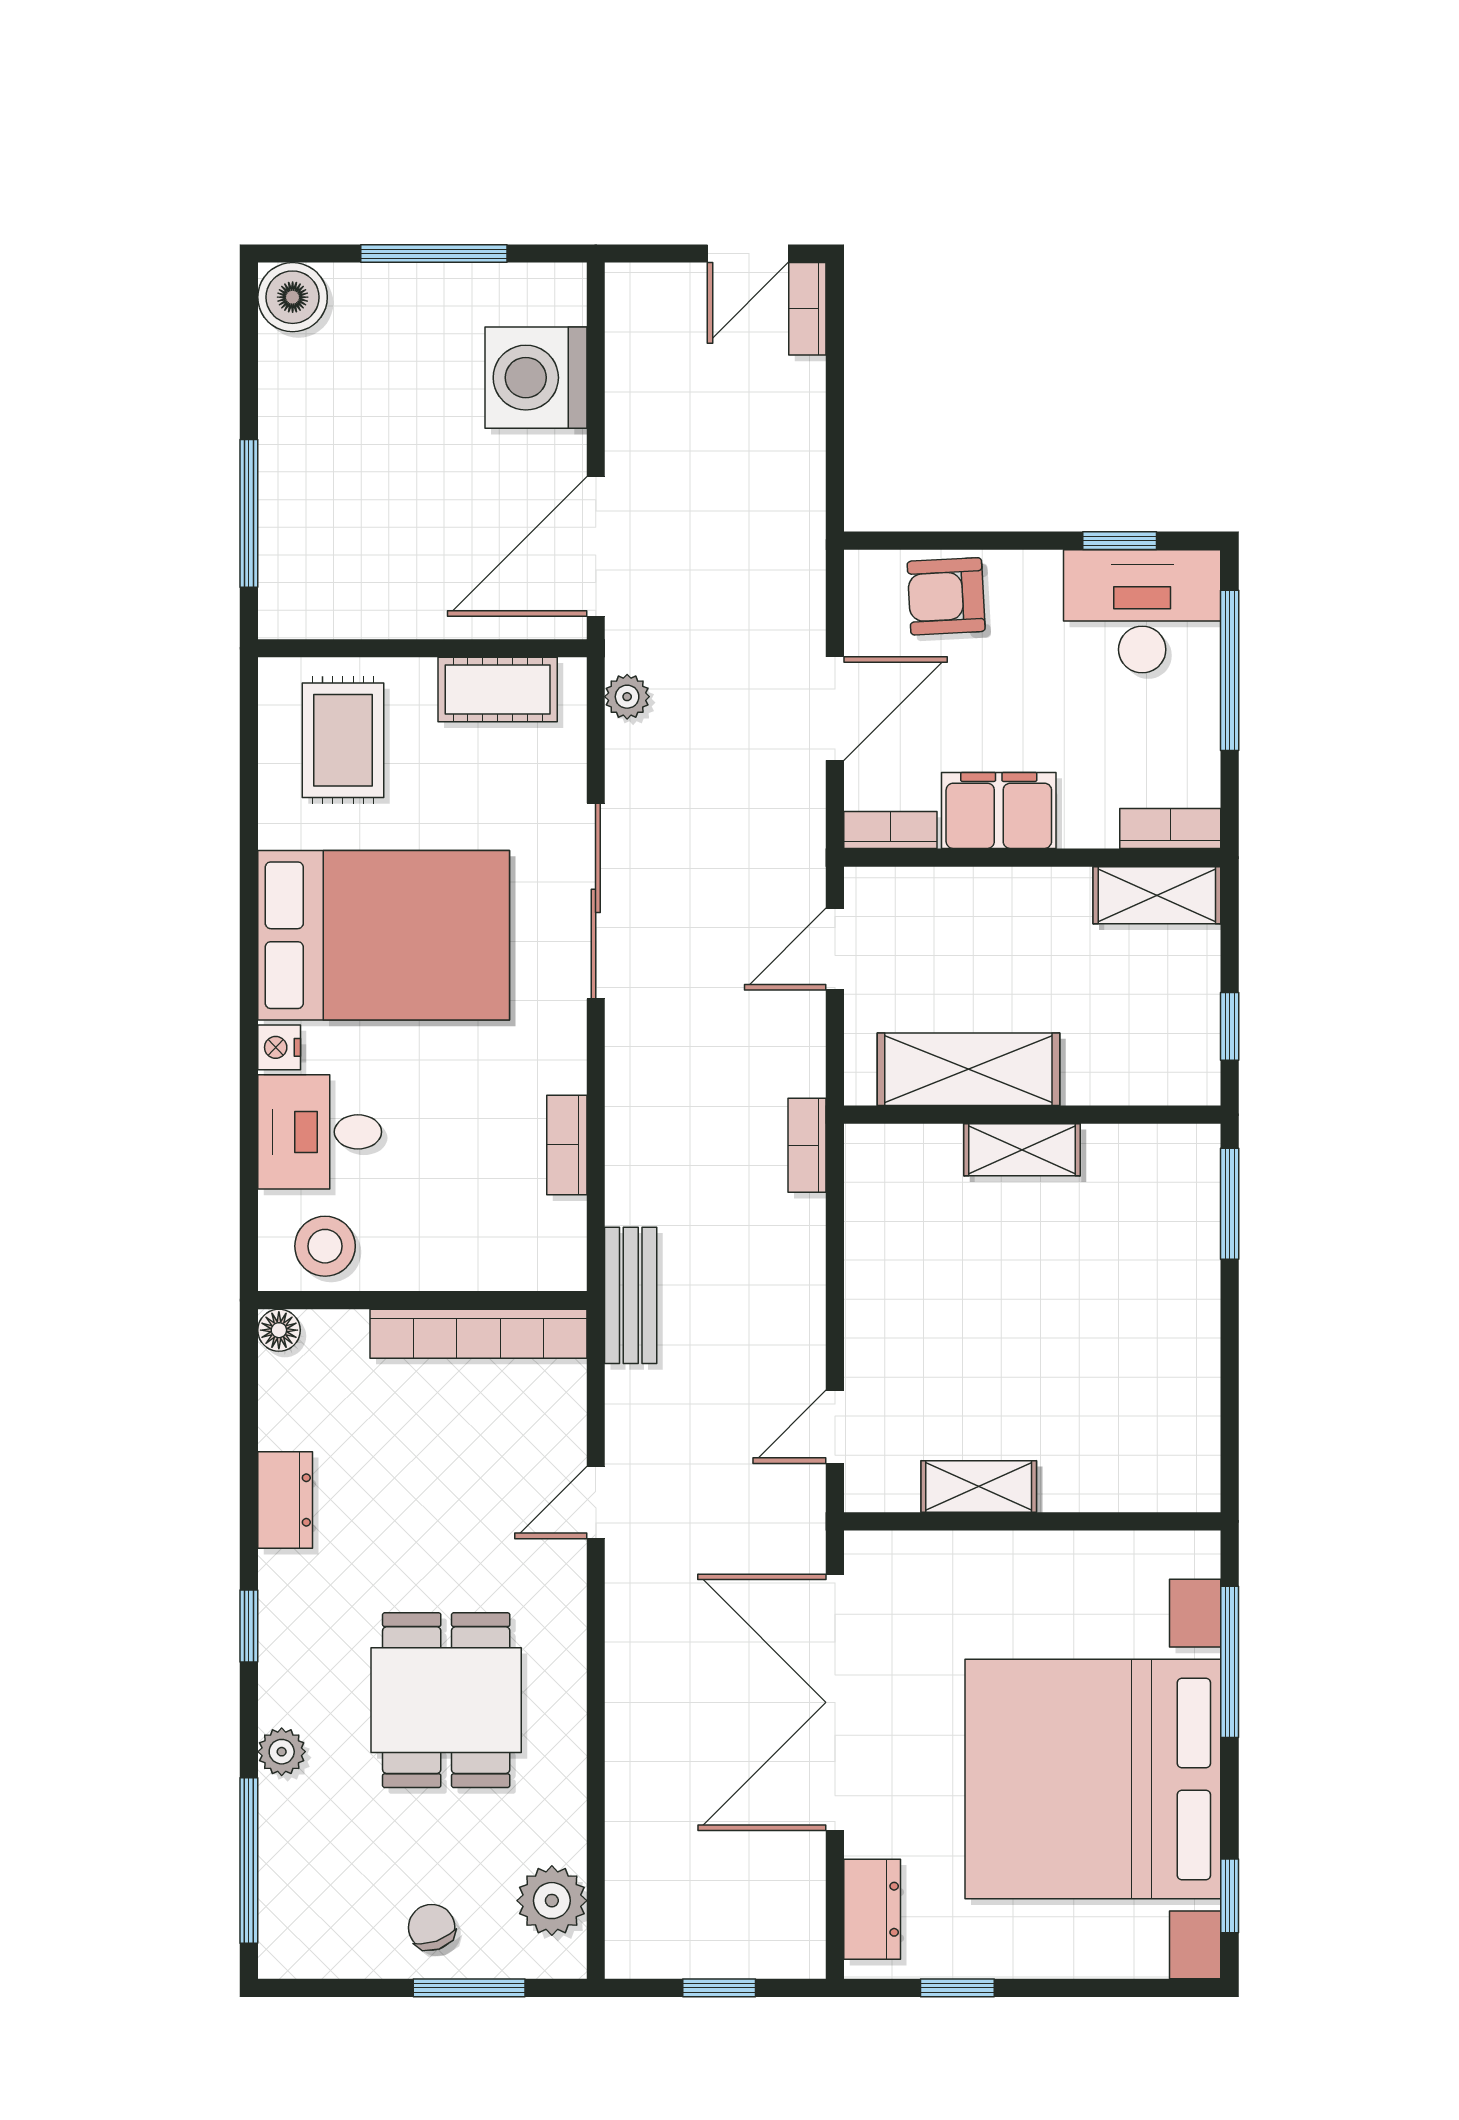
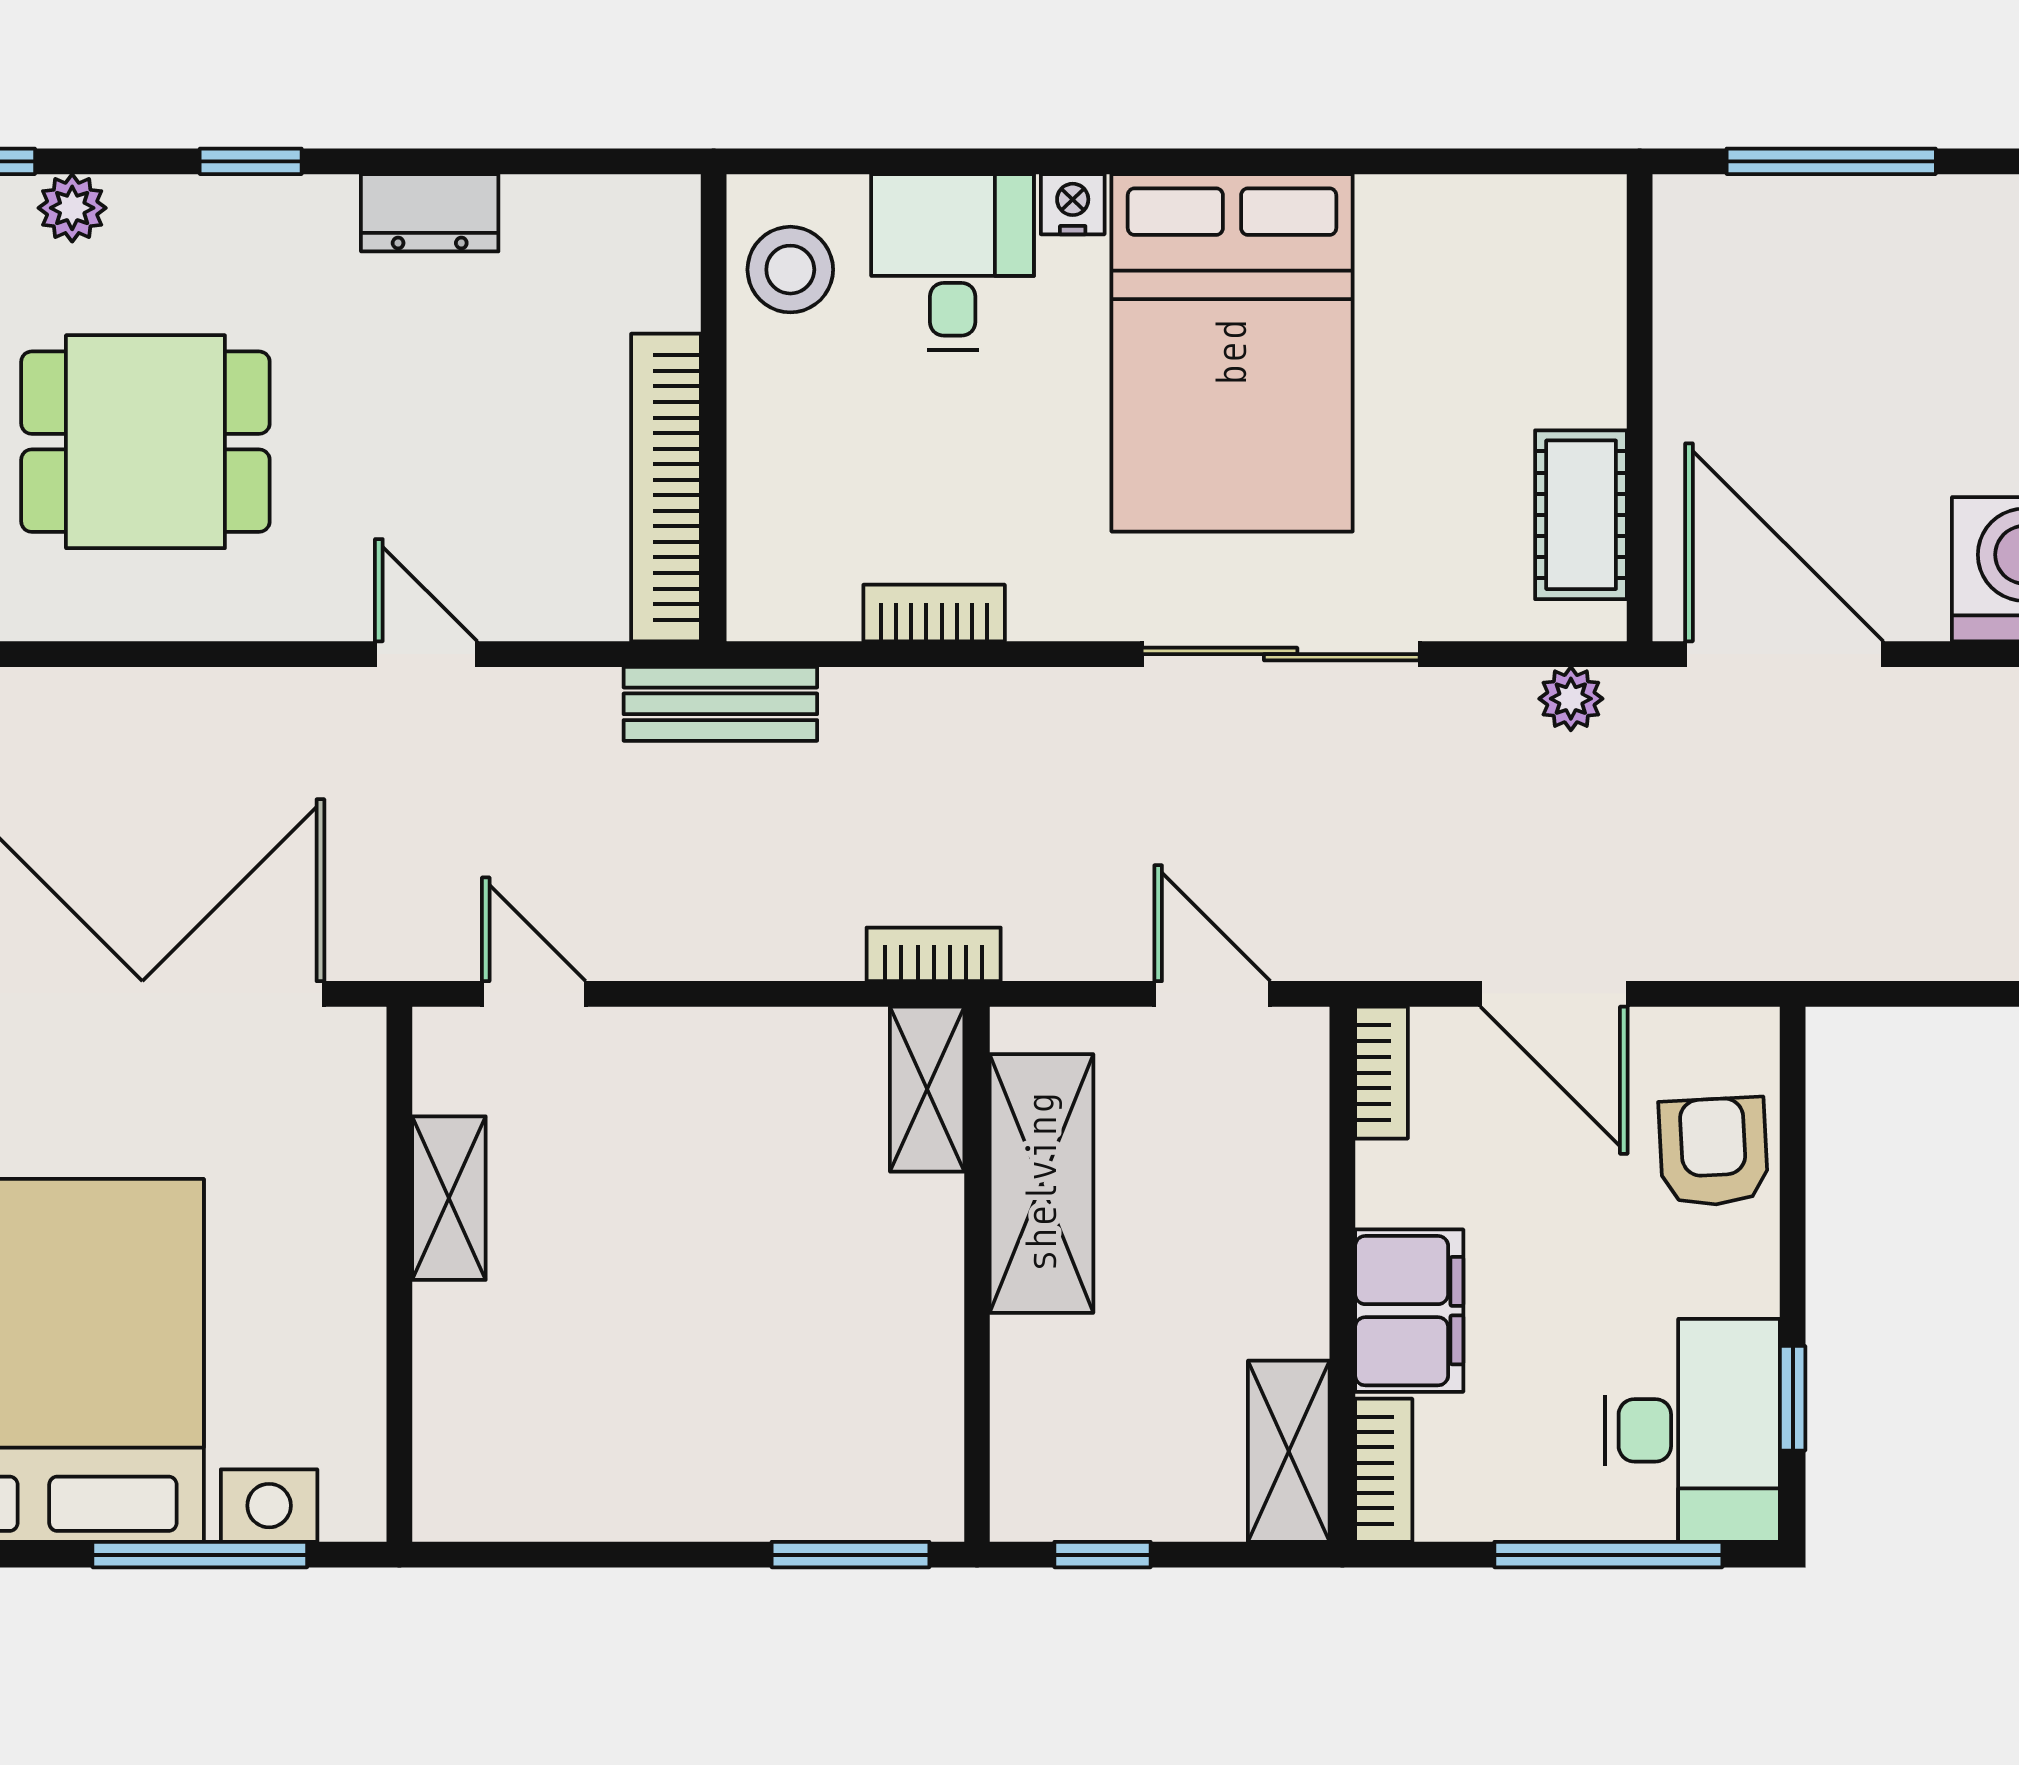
rug: (343, 740) -> (1509, 295), removed
filing cabinet: (999, 810) -> (1409, 1311), moved
shelving: (1022, 1150) -> (927, 1089), moved
floor lamp: (279, 1330) -> (671, 204), removed

